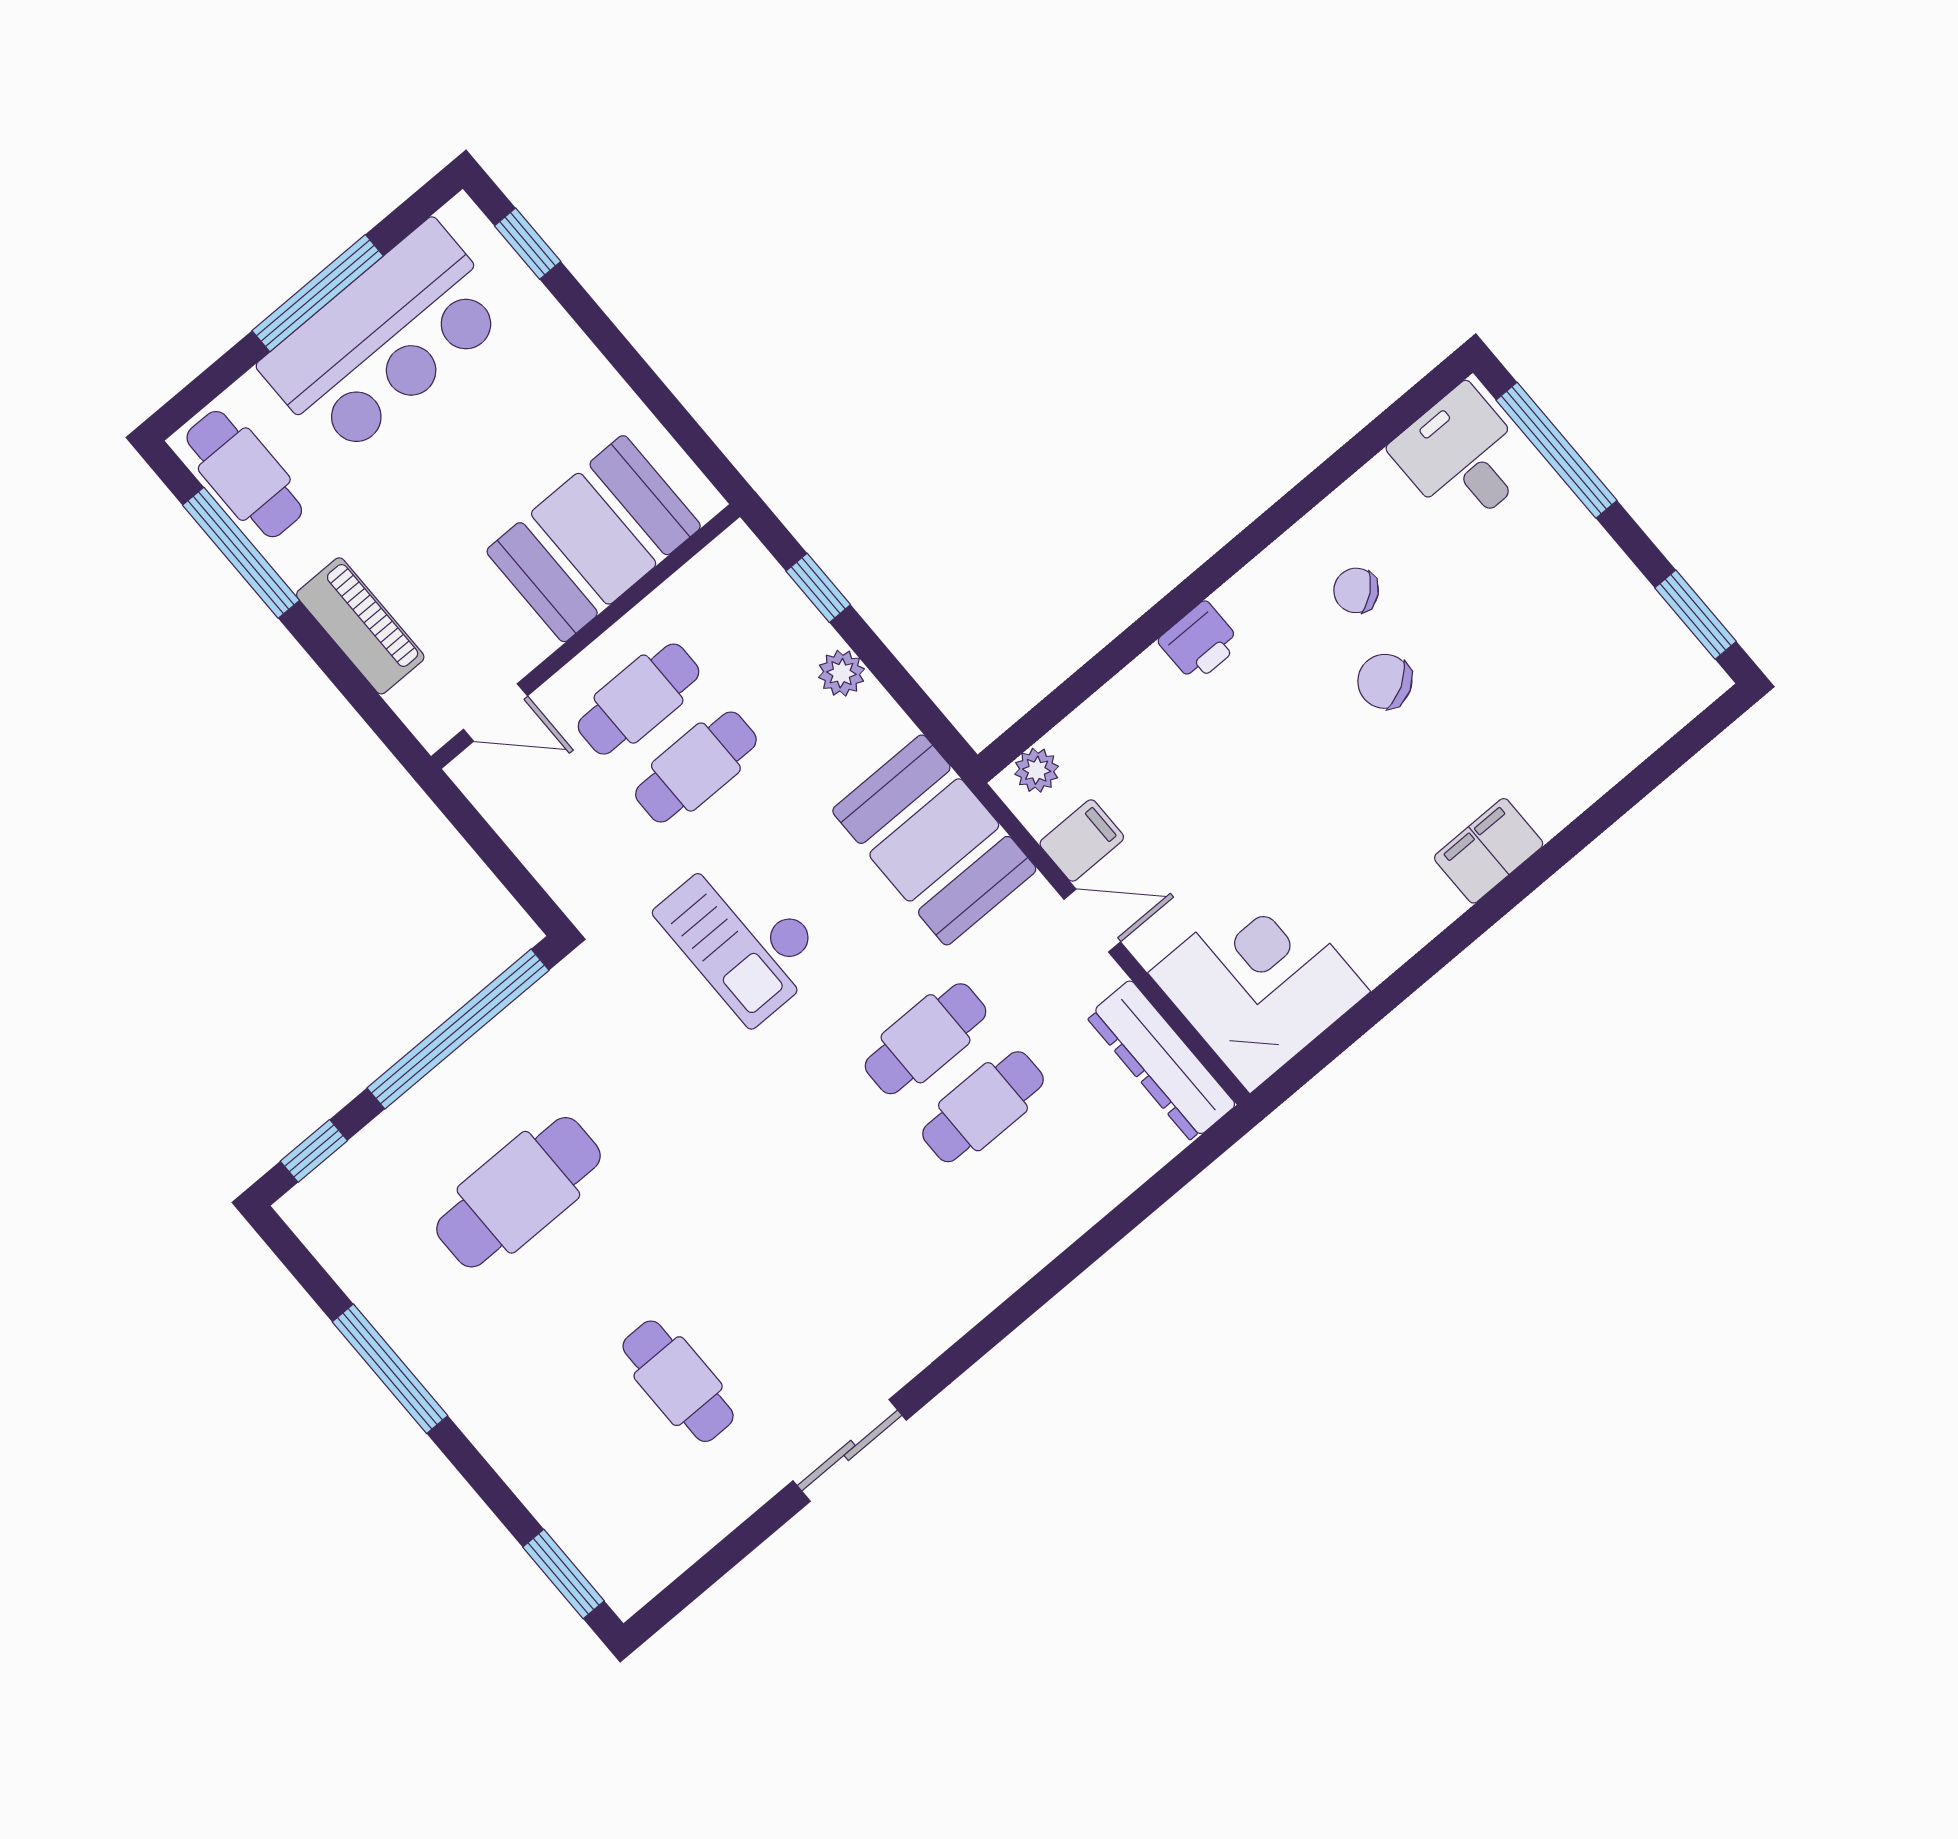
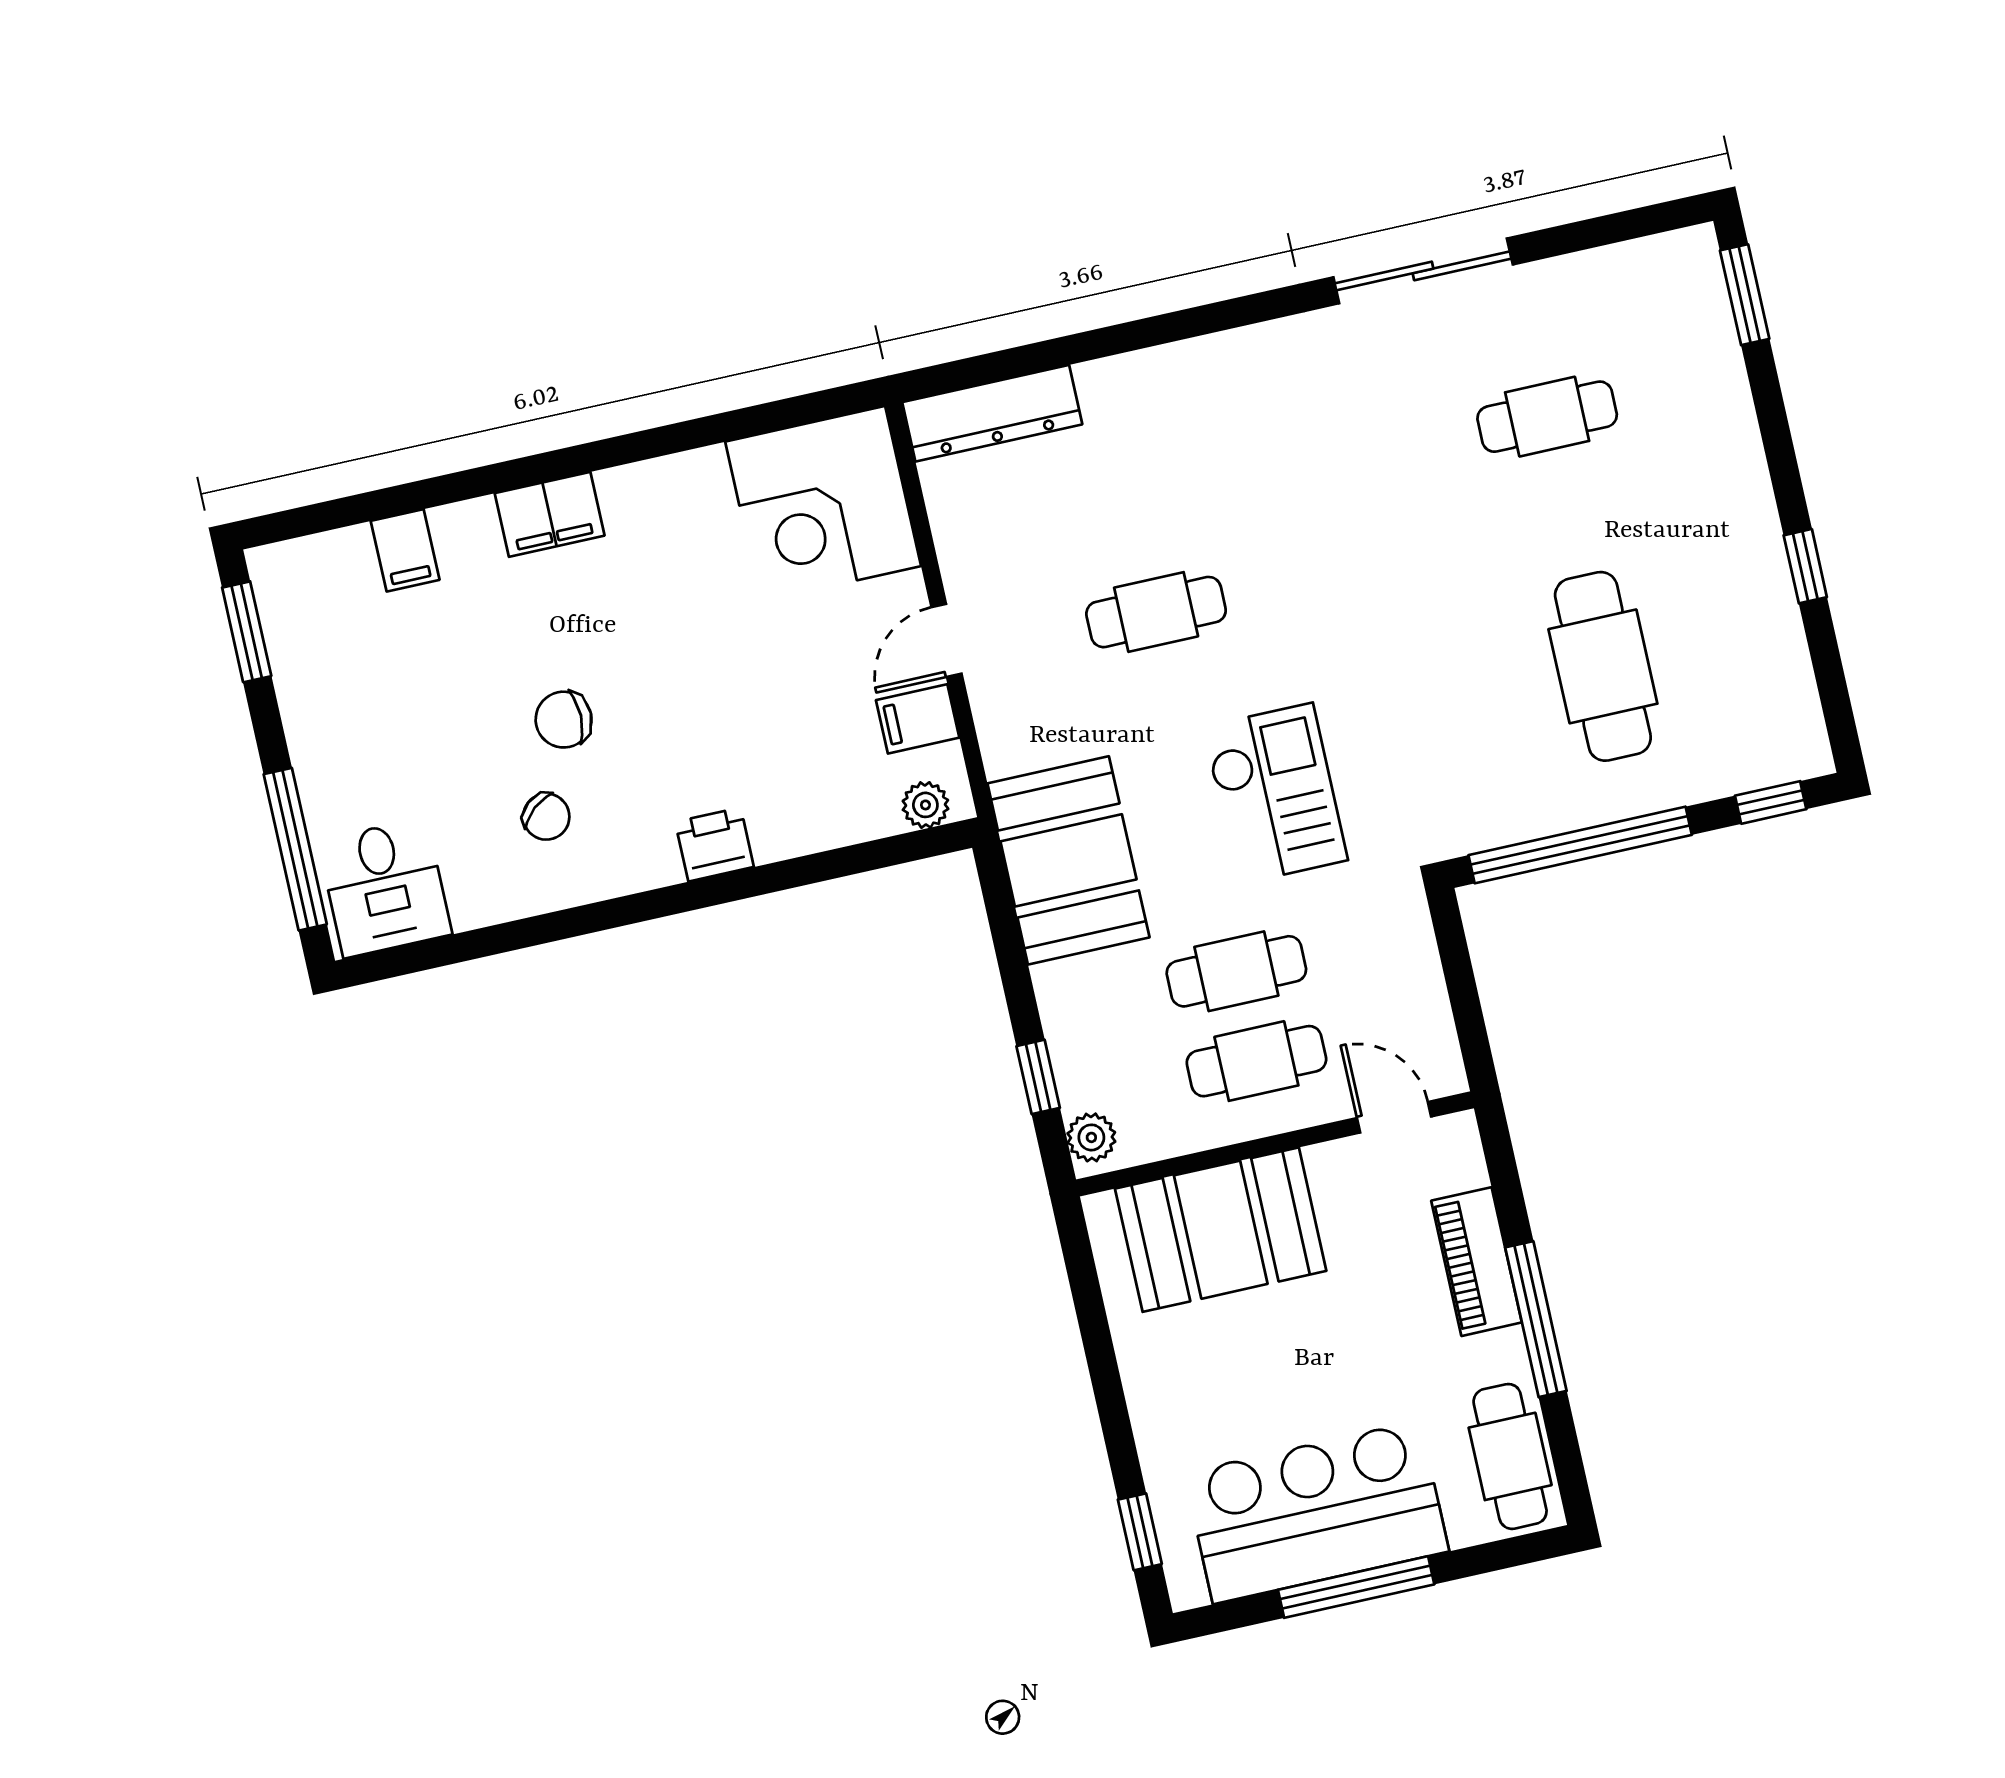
window: (241, 553) -> (1536, 1319), moved
plant: (841, 673) -> (1091, 1137), moved
chair: (1385, 681) -> (564, 720), turned 120
filing cabinet: (1596, 755) -> (405, 550), added
booth: (934, 840) -> (1068, 860), moved
door: (1092, 921) -> (947, 640), hinge flipped
dresser: (1161, 1061) -> (992, 413), moved, turned 90
cafe table: (983, 1107) -> (1136, 522), removed
cafe table: (518, 1192) -> (1603, 666), turned 90
window: (390, 1369) -> (1805, 566), width x0.46
cafe table: (678, 1381) -> (1547, 417), turned 90
sliding door: (850, 1450) -> (1423, 271), width x1.37

